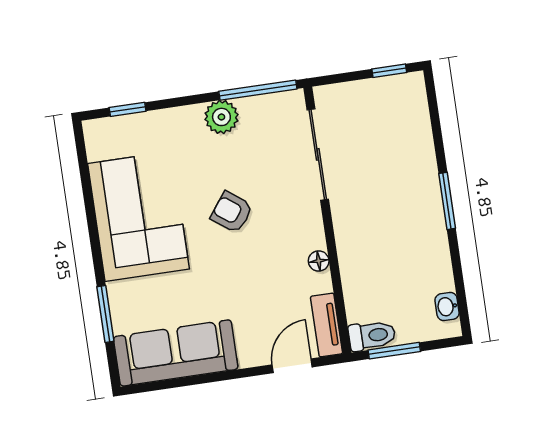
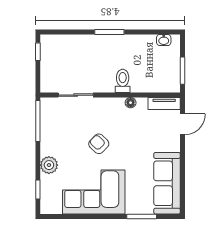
plant: (221, 117) -> (49, 165), moved
sliding door: (318, 154) -> (76, 95), width x0.73
armchair: (232, 212) -> (99, 144), turned 97
toilet: (372, 336) -> (123, 81), moved
door: (292, 366) -> (182, 124), swing flipped

